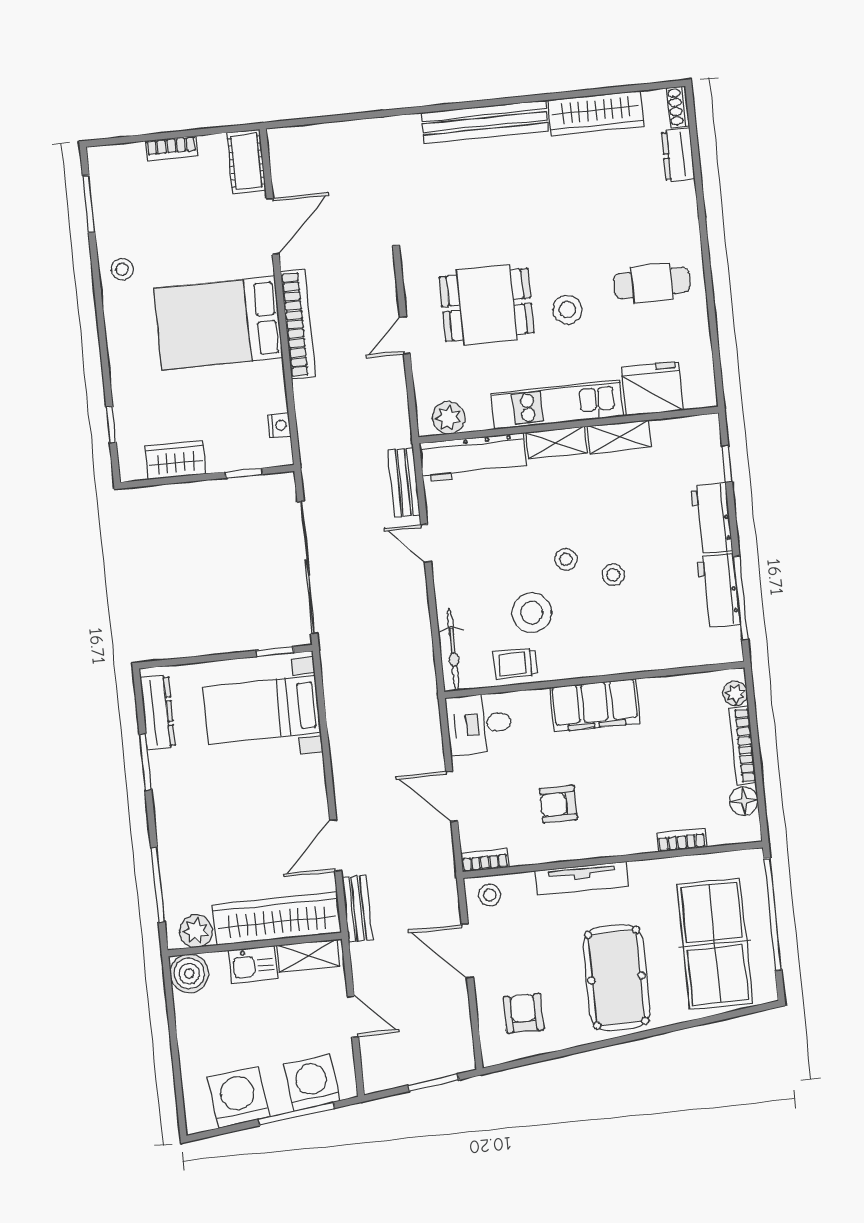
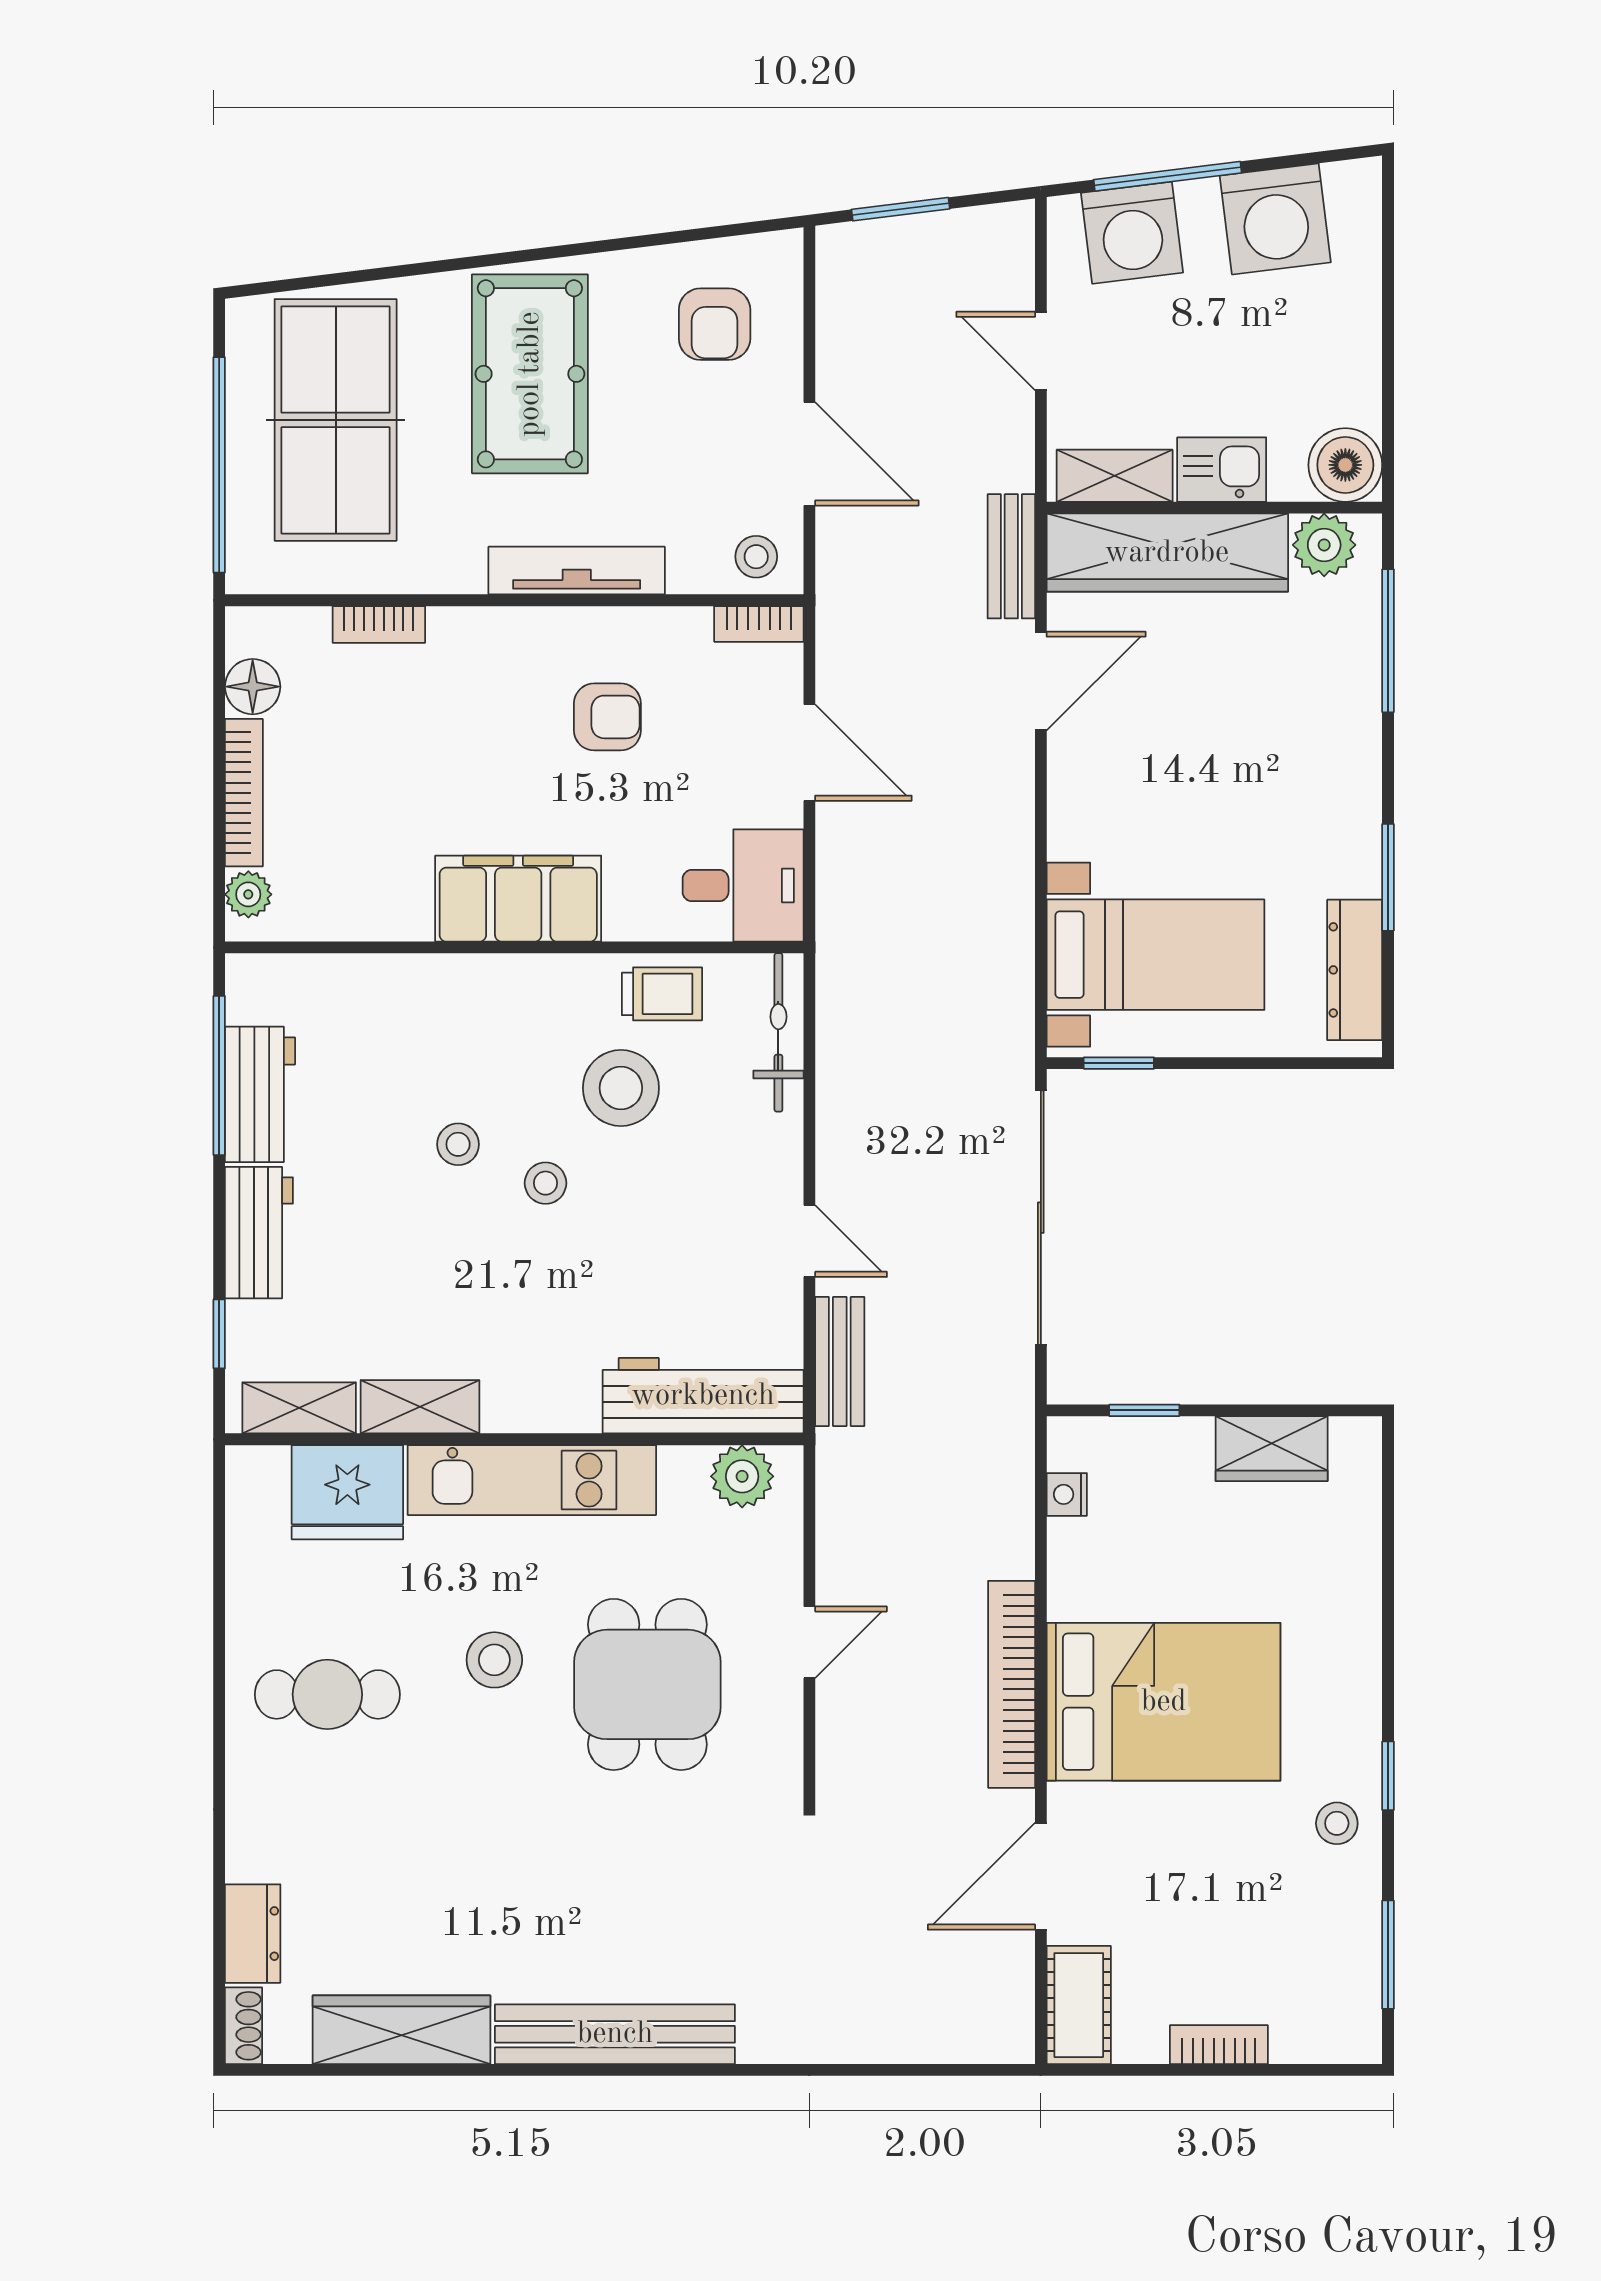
dining table: (487, 305) -> (647, 1684), turned 90
window: (111, 425) -> (1388, 1776), moved
shelving: (556, 443) -> (299, 1408), moved

